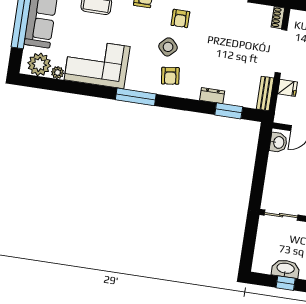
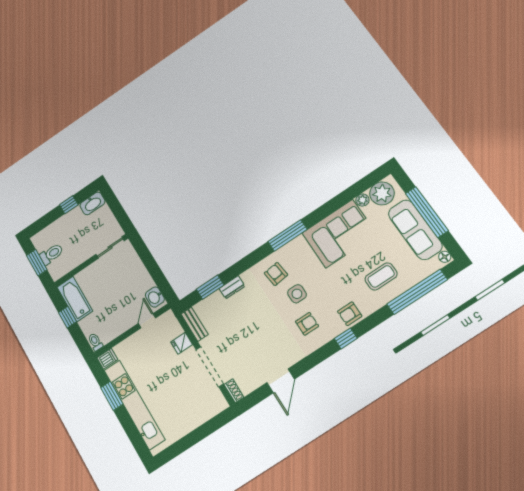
armchair: (180, 18) -> (307, 324), turned 90
side table: (168, 47) -> (297, 294), turned 45
washbasin: (286, 269) -> (92, 203), moved

